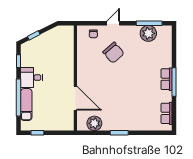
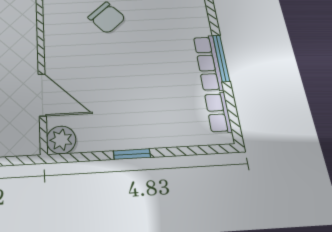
row of seats: (166, 79) -> (208, 63), width x1.48
plant: (94, 123) -> (61, 140), moved

